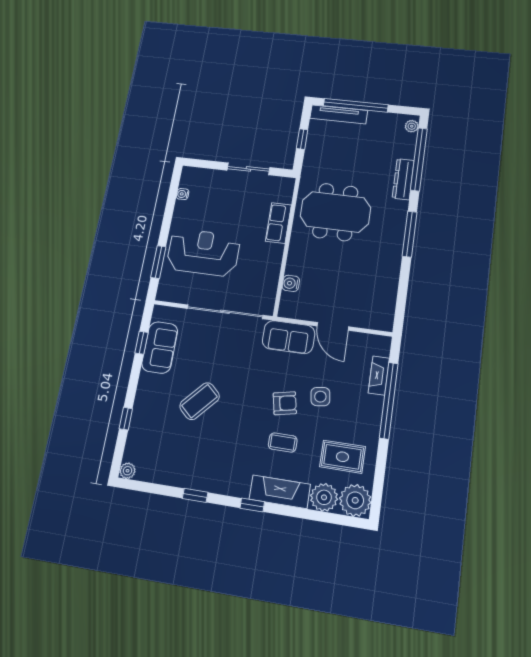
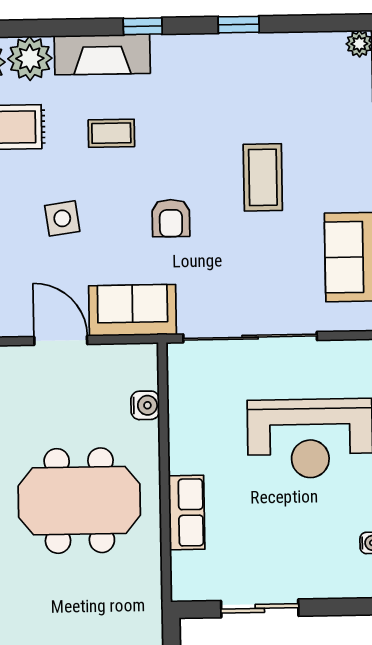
meeting table: (335, 212) -> (79, 501), moved
coffee table: (200, 401) -> (263, 177), turned -42
armchair: (285, 403) -> (171, 218), moved, turned -78

